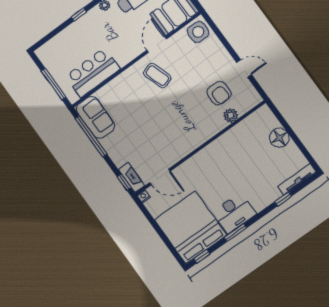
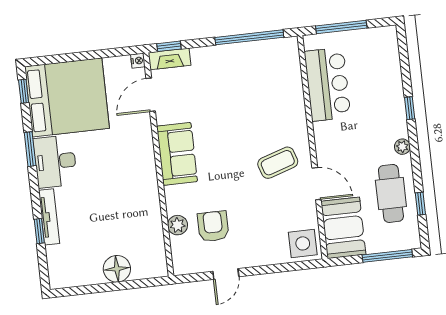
armchair: (219, 93) -> (213, 226), turned 90
sofa: (95, 117) -> (177, 154), moved, turned -90
tv unit: (297, 179) -> (49, 217), moved

